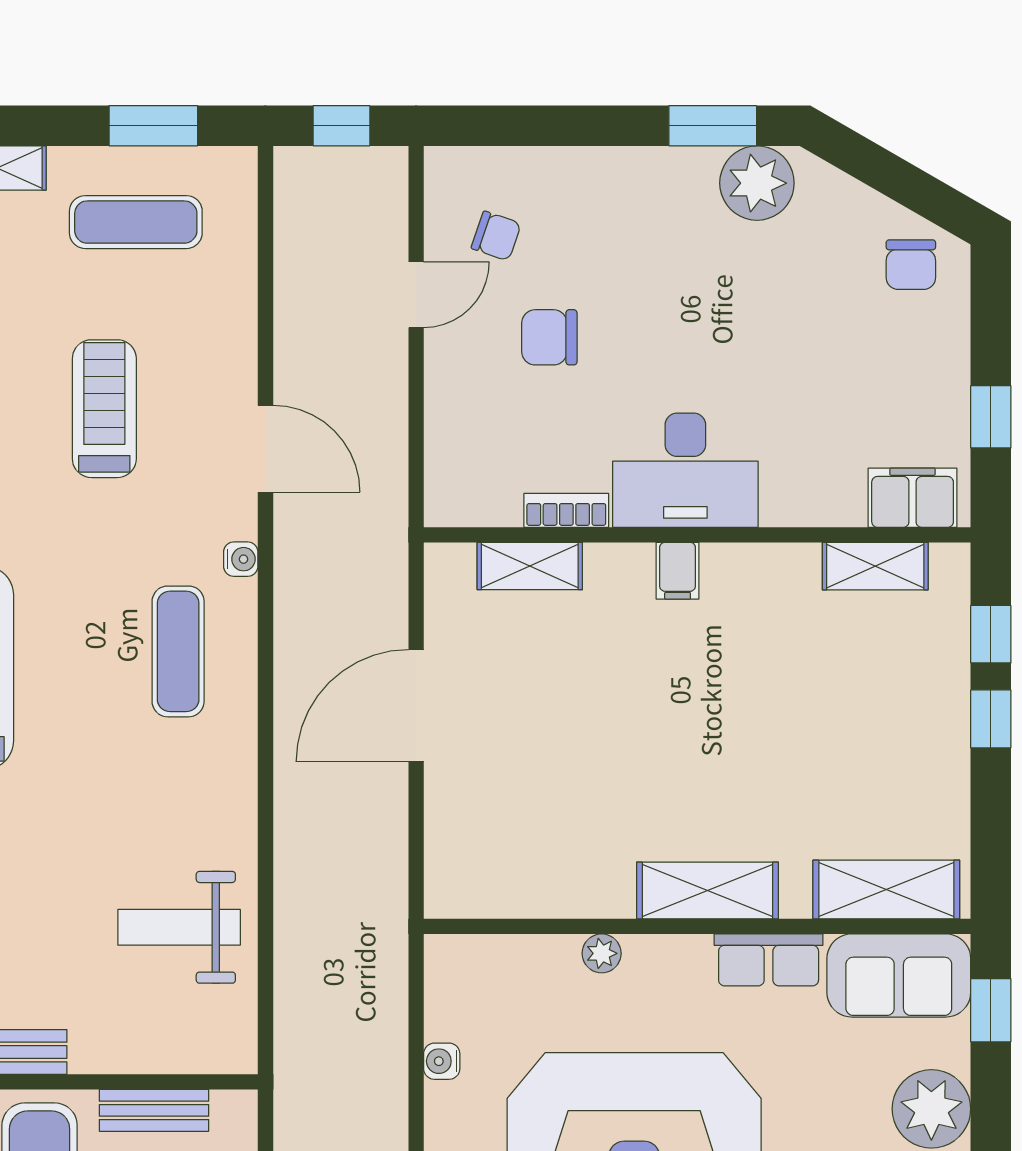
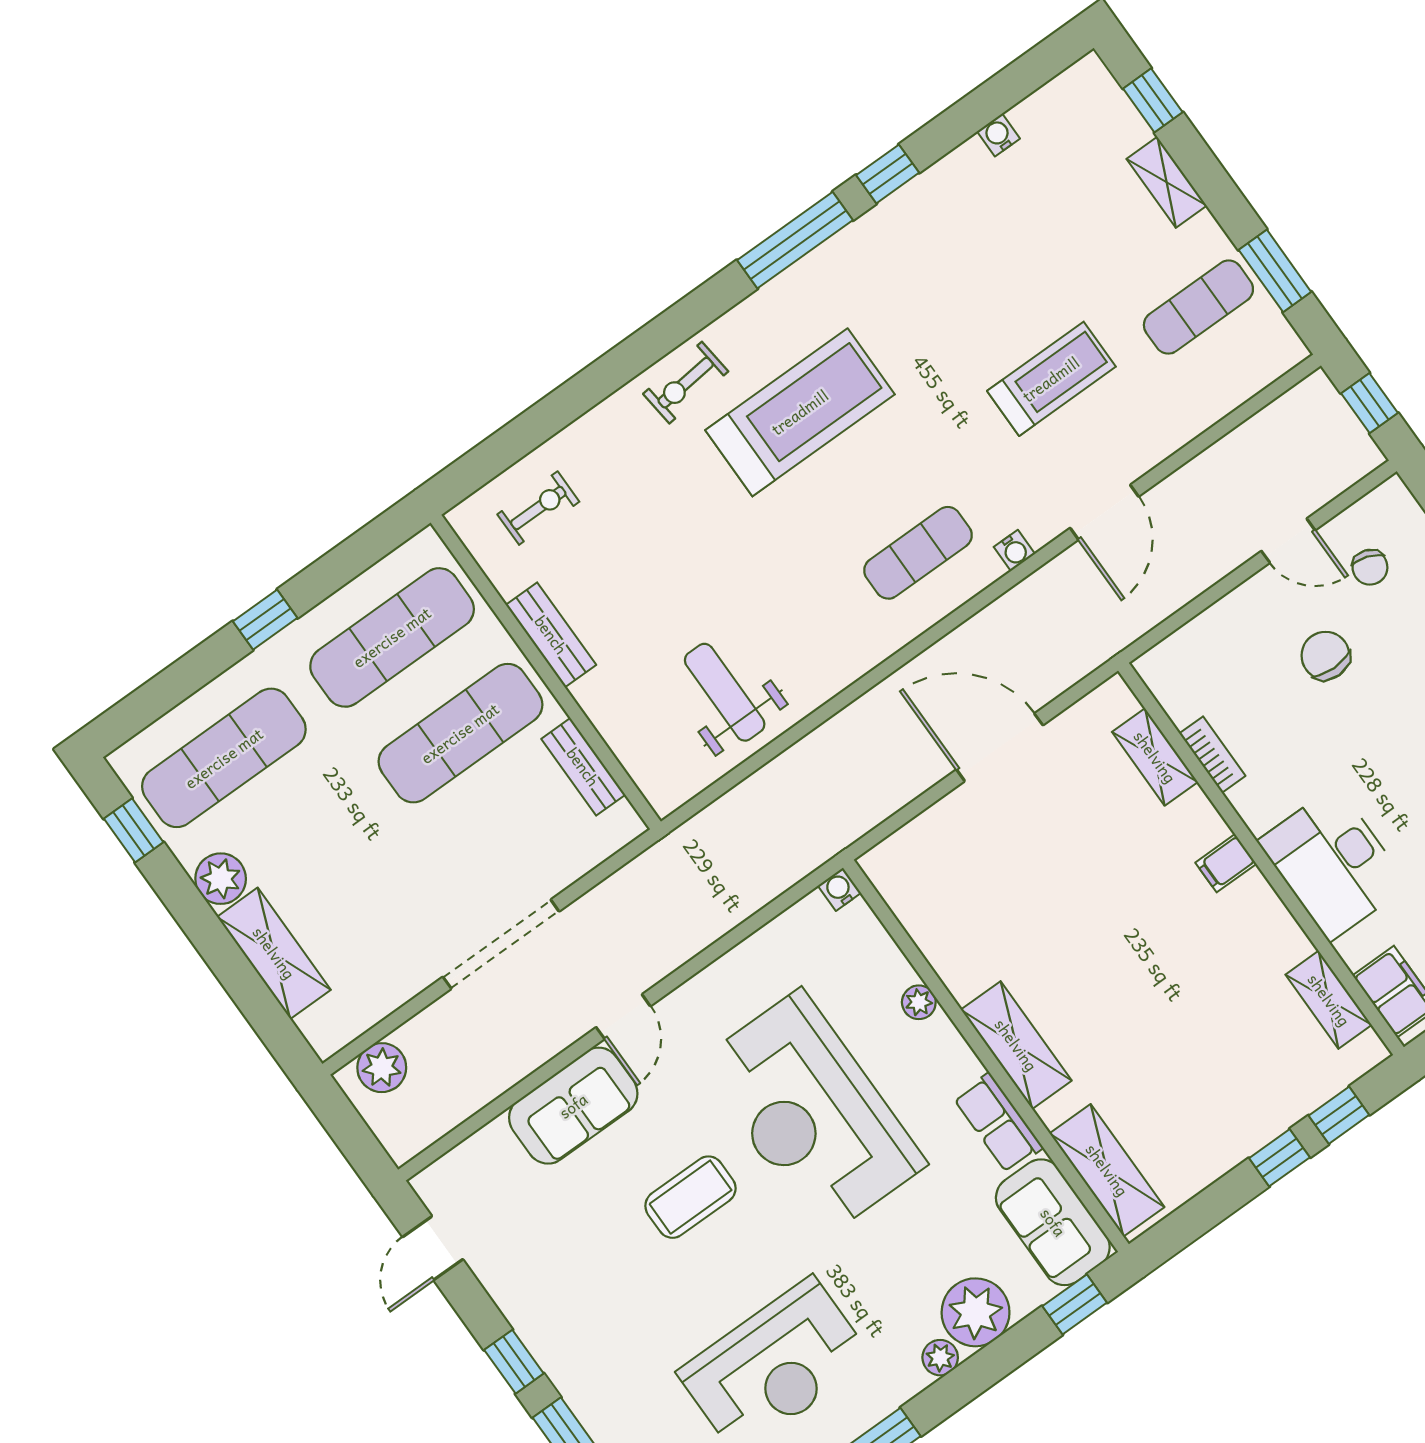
exercise mat: (136, 222) -> (1198, 307), turned 90
desk: (685, 470) -> (1333, 863), moved
water cooler: (442, 1061) -> (839, 889), moved

